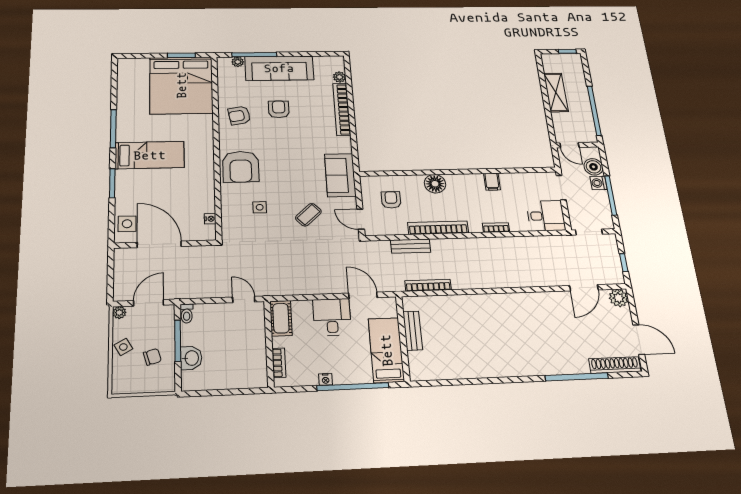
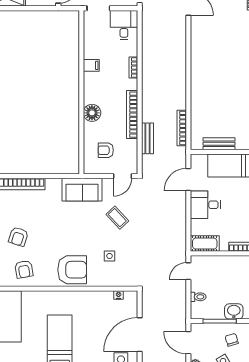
armchair: (279, 109) -> (18, 237), turned -72
toilet: (187, 314) -> (198, 297), moved

